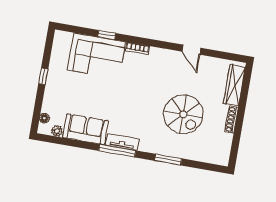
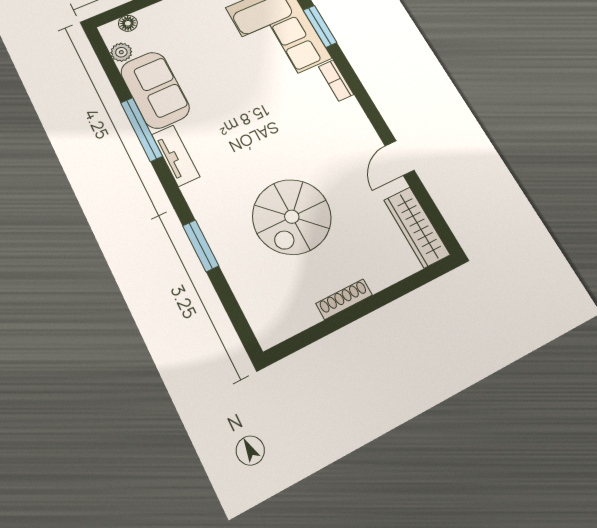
window: (107, 35) -> (320, 26), width x1.50
wardrobe: (234, 85) -> (417, 227), moved, turned -90
window: (117, 151) -> (141, 129), moved

